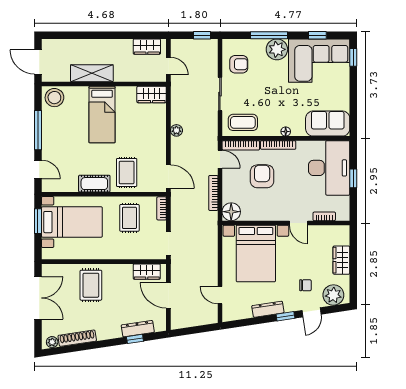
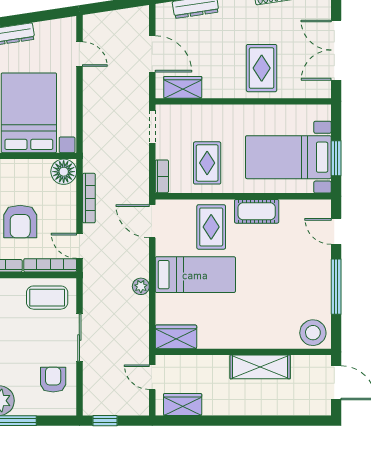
armchair: (239, 64) -> (53, 380), turned 90
bed: (102, 114) -> (195, 275), moved, turned 90

